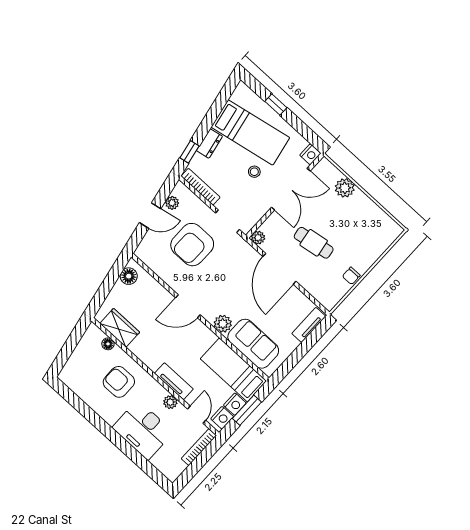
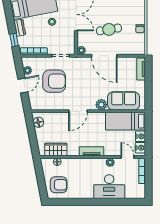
armchair: (192, 245) -> (54, 81), turned -90
tv unit: (174, 381) -> (92, 151), moved
armchair: (119, 382) -> (59, 185), moved, turned 180
window: (247, 410) -> (149, 134), removed

